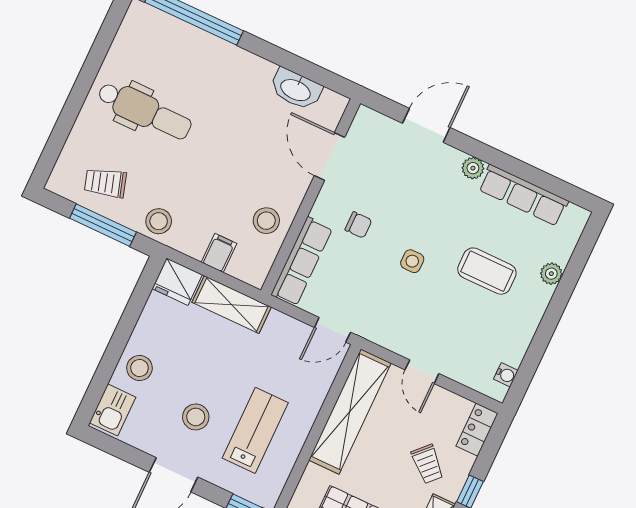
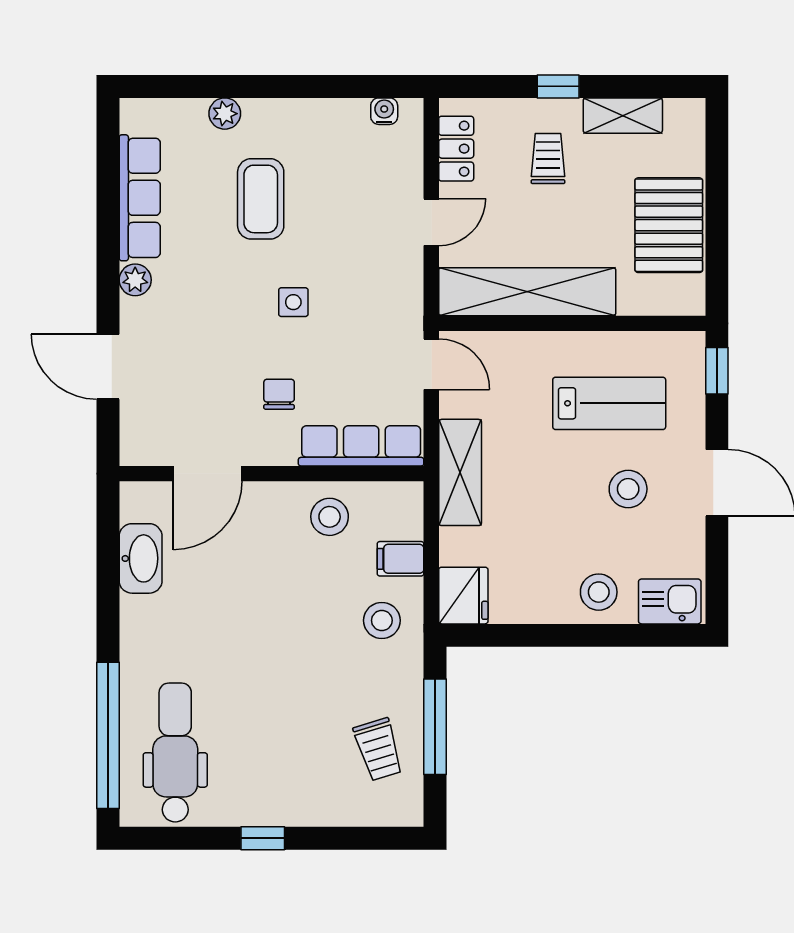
window: (84, 84) -> (263, 838), added
dental chair: (145, 111) -> (175, 753), moved
stool: (159, 221) -> (382, 620), moved
shelving: (232, 305) -> (460, 472), moved
lab bench: (255, 430) -> (609, 403), turned 180
locker: (477, 430) -> (456, 149), moved, turned -90
trolley: (428, 464) -> (548, 159), turned -44

